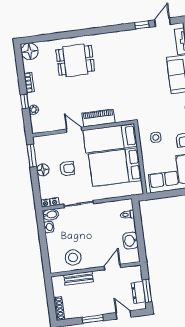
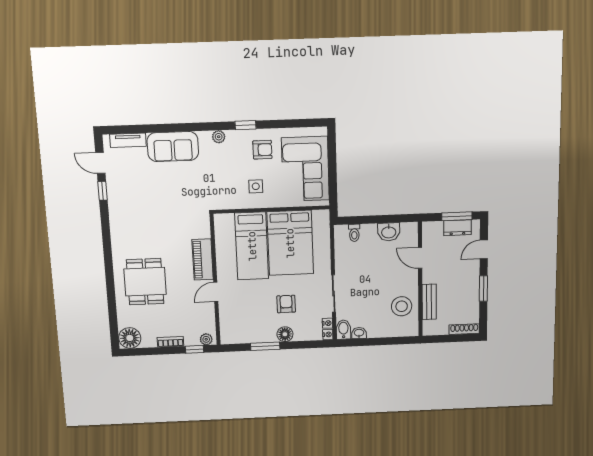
piano: (98, 118) -> (203, 260), moved
wall: (83, 129) -> (215, 280), moved
door: (74, 130) -> (216, 292), moved

